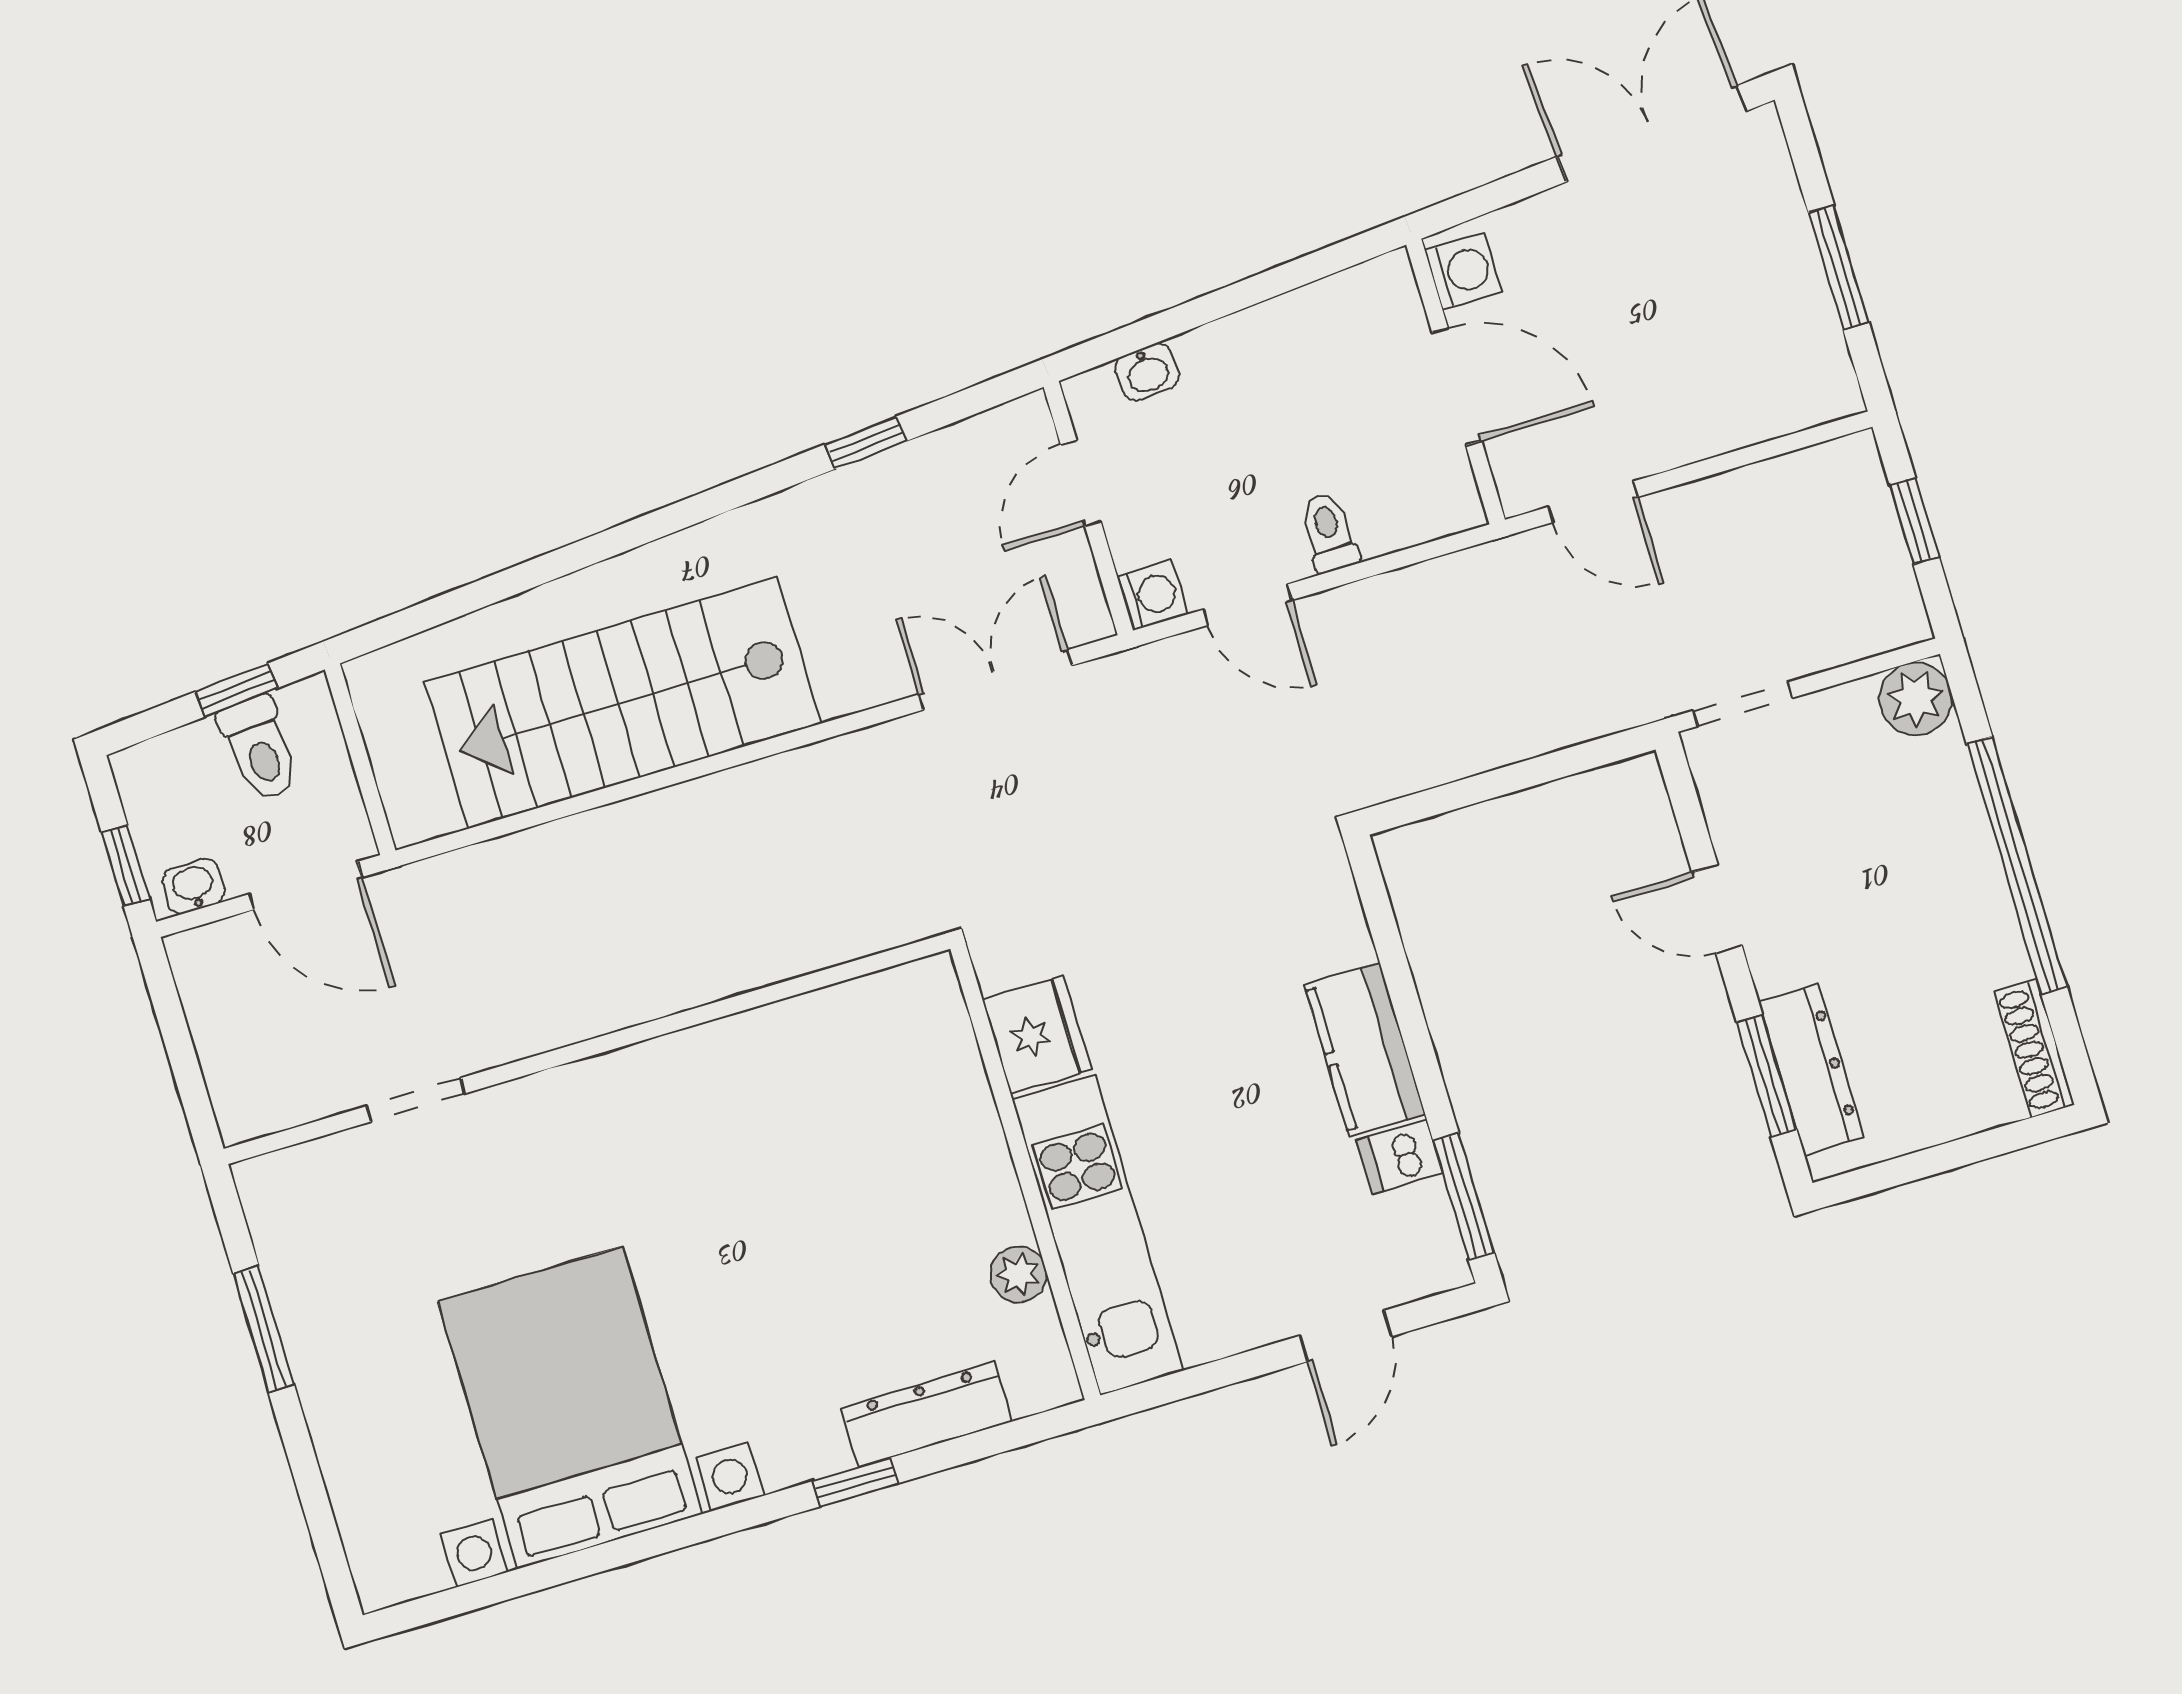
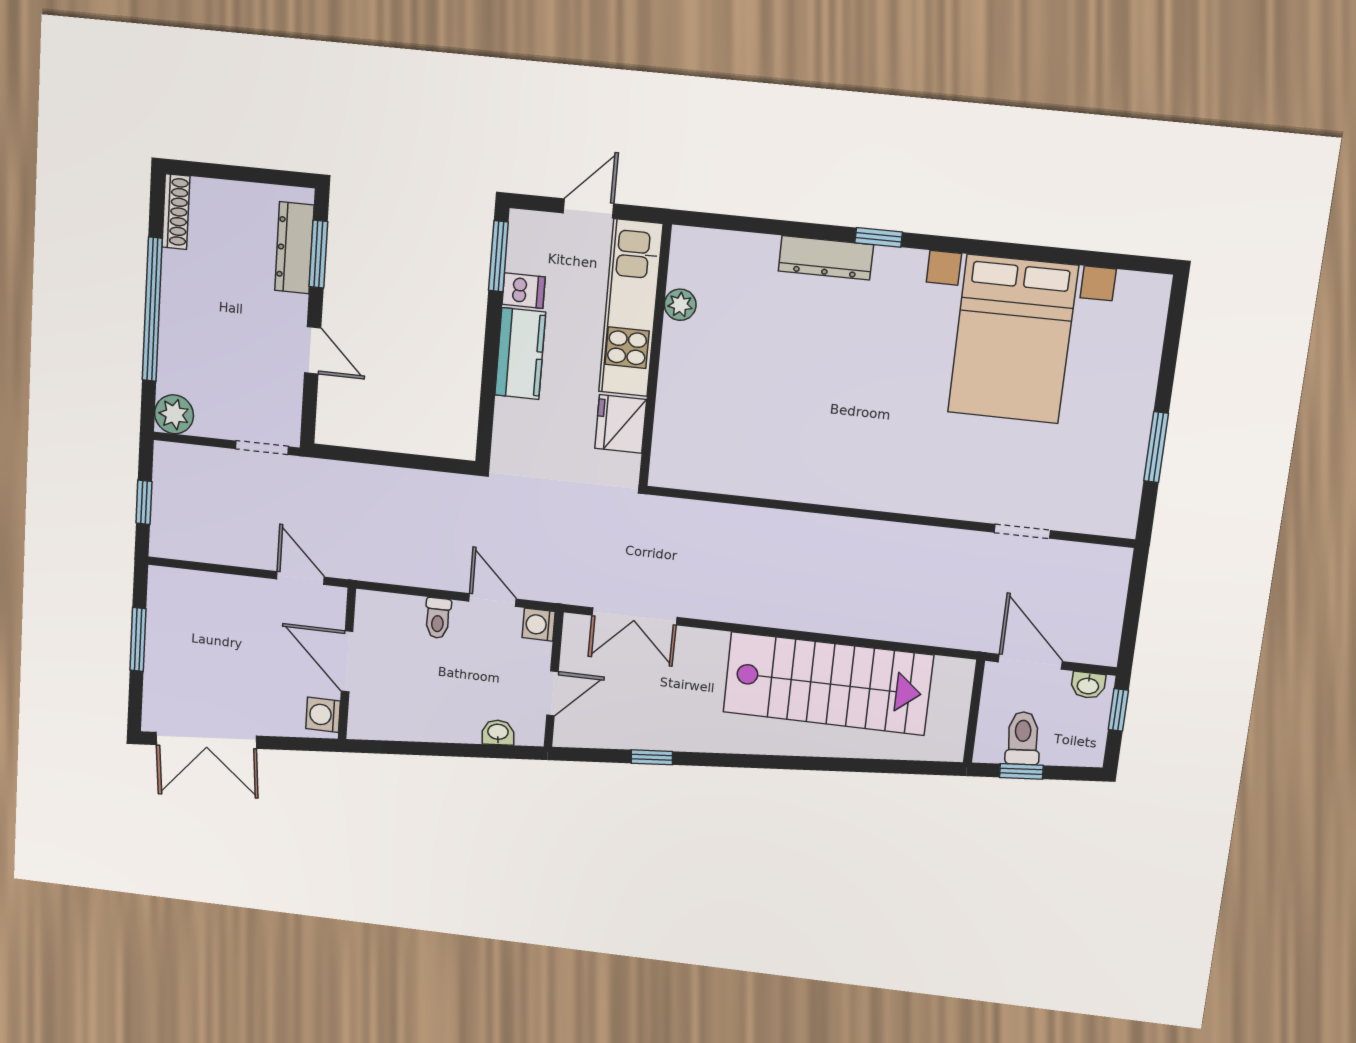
fridge: (1037, 1035) -> (621, 424), moved
wall: (1025, 1172) -> (655, 356), moved
kitchen unit: (1098, 1235) -> (631, 308), moved
plant: (1018, 1274) -> (680, 305), moved

